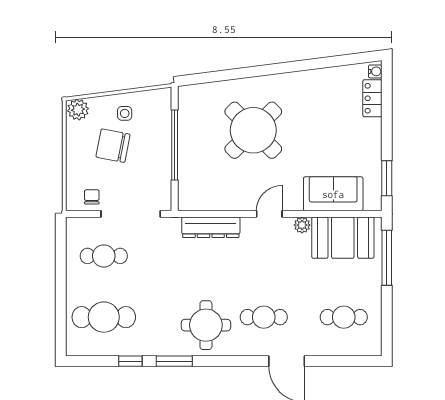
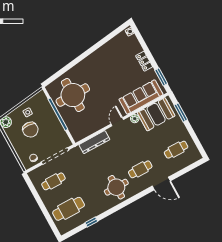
locker: (372, 98) -> (144, 61), moved
round table: (253, 130) -> (73, 95), moved, turned 45
chair: (113, 146) -> (30, 130), turned -98
sofa: (333, 194) -> (141, 97), width x1.36
window: (387, 258) -> (181, 112), width x0.69
window: (174, 361) -> (111, 211), removed

